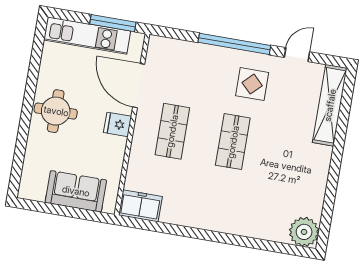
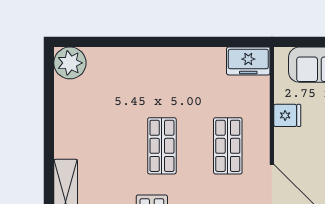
fridge: (118, 124) -> (287, 115), moved

